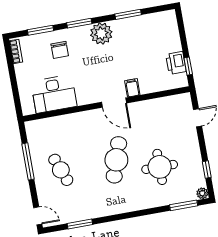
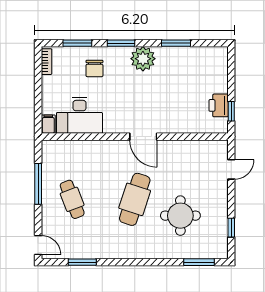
filing cabinet: (132, 88) -> (48, 124), moved
plant: (202, 193) -> (222, 253), removed

